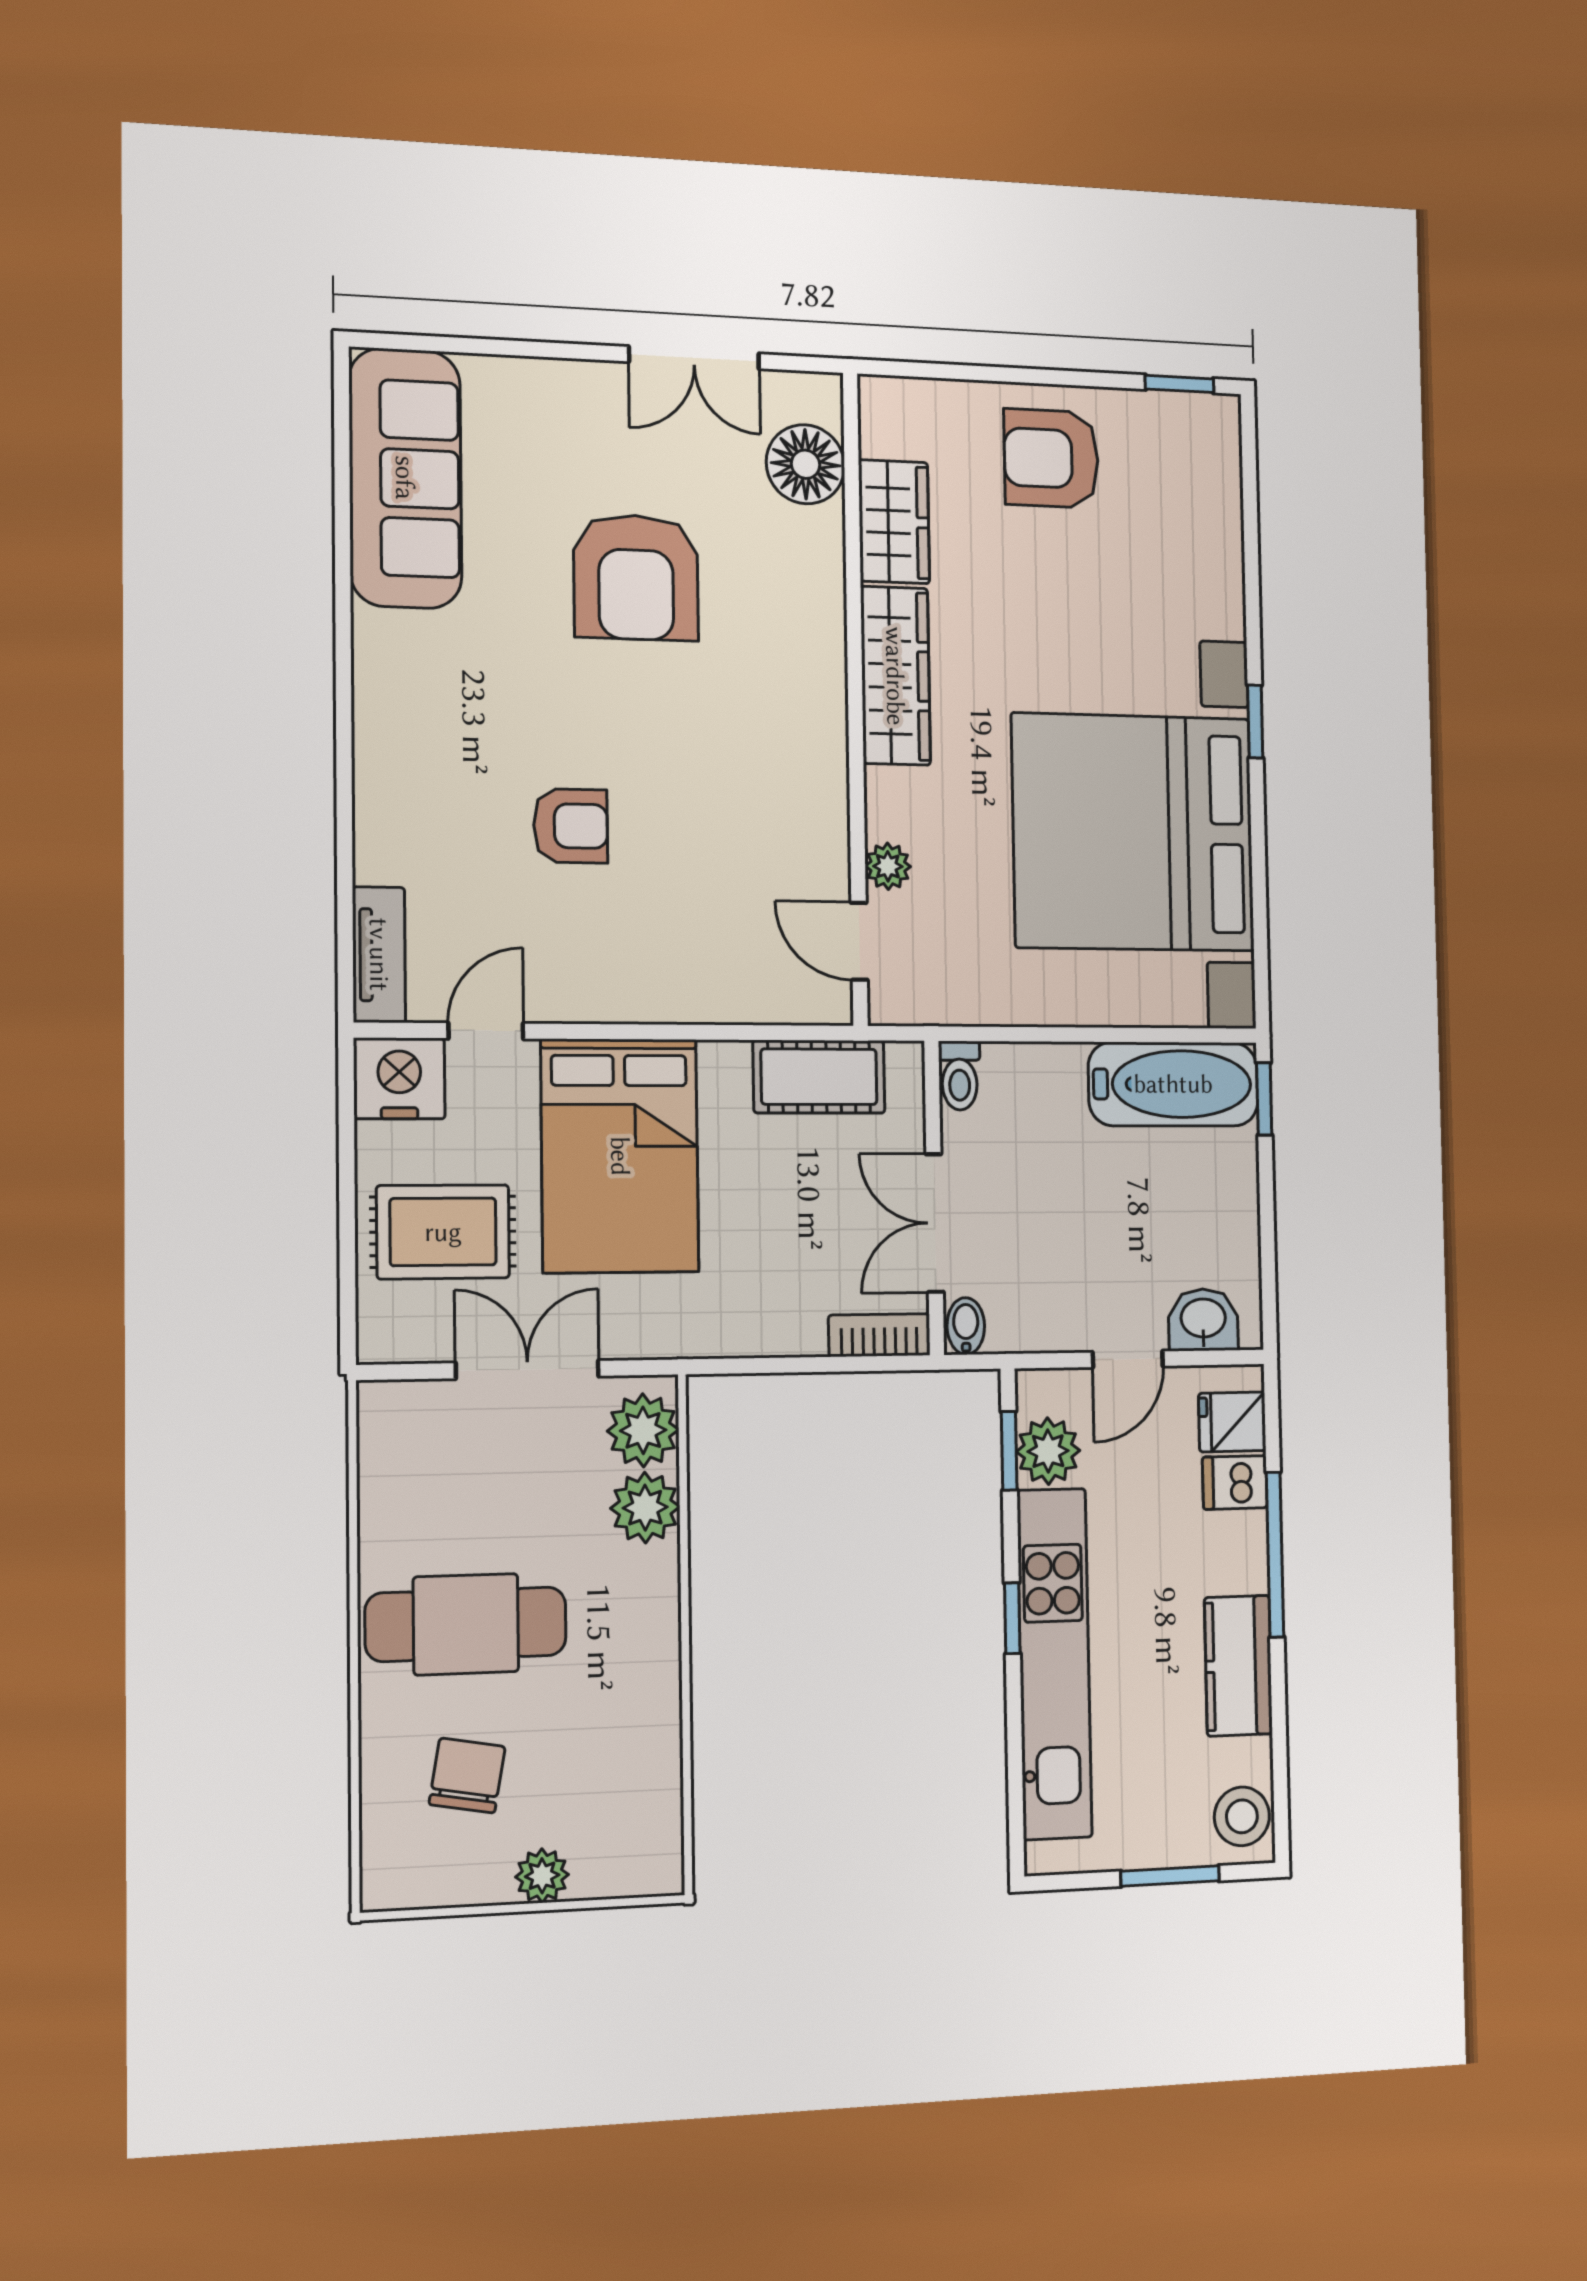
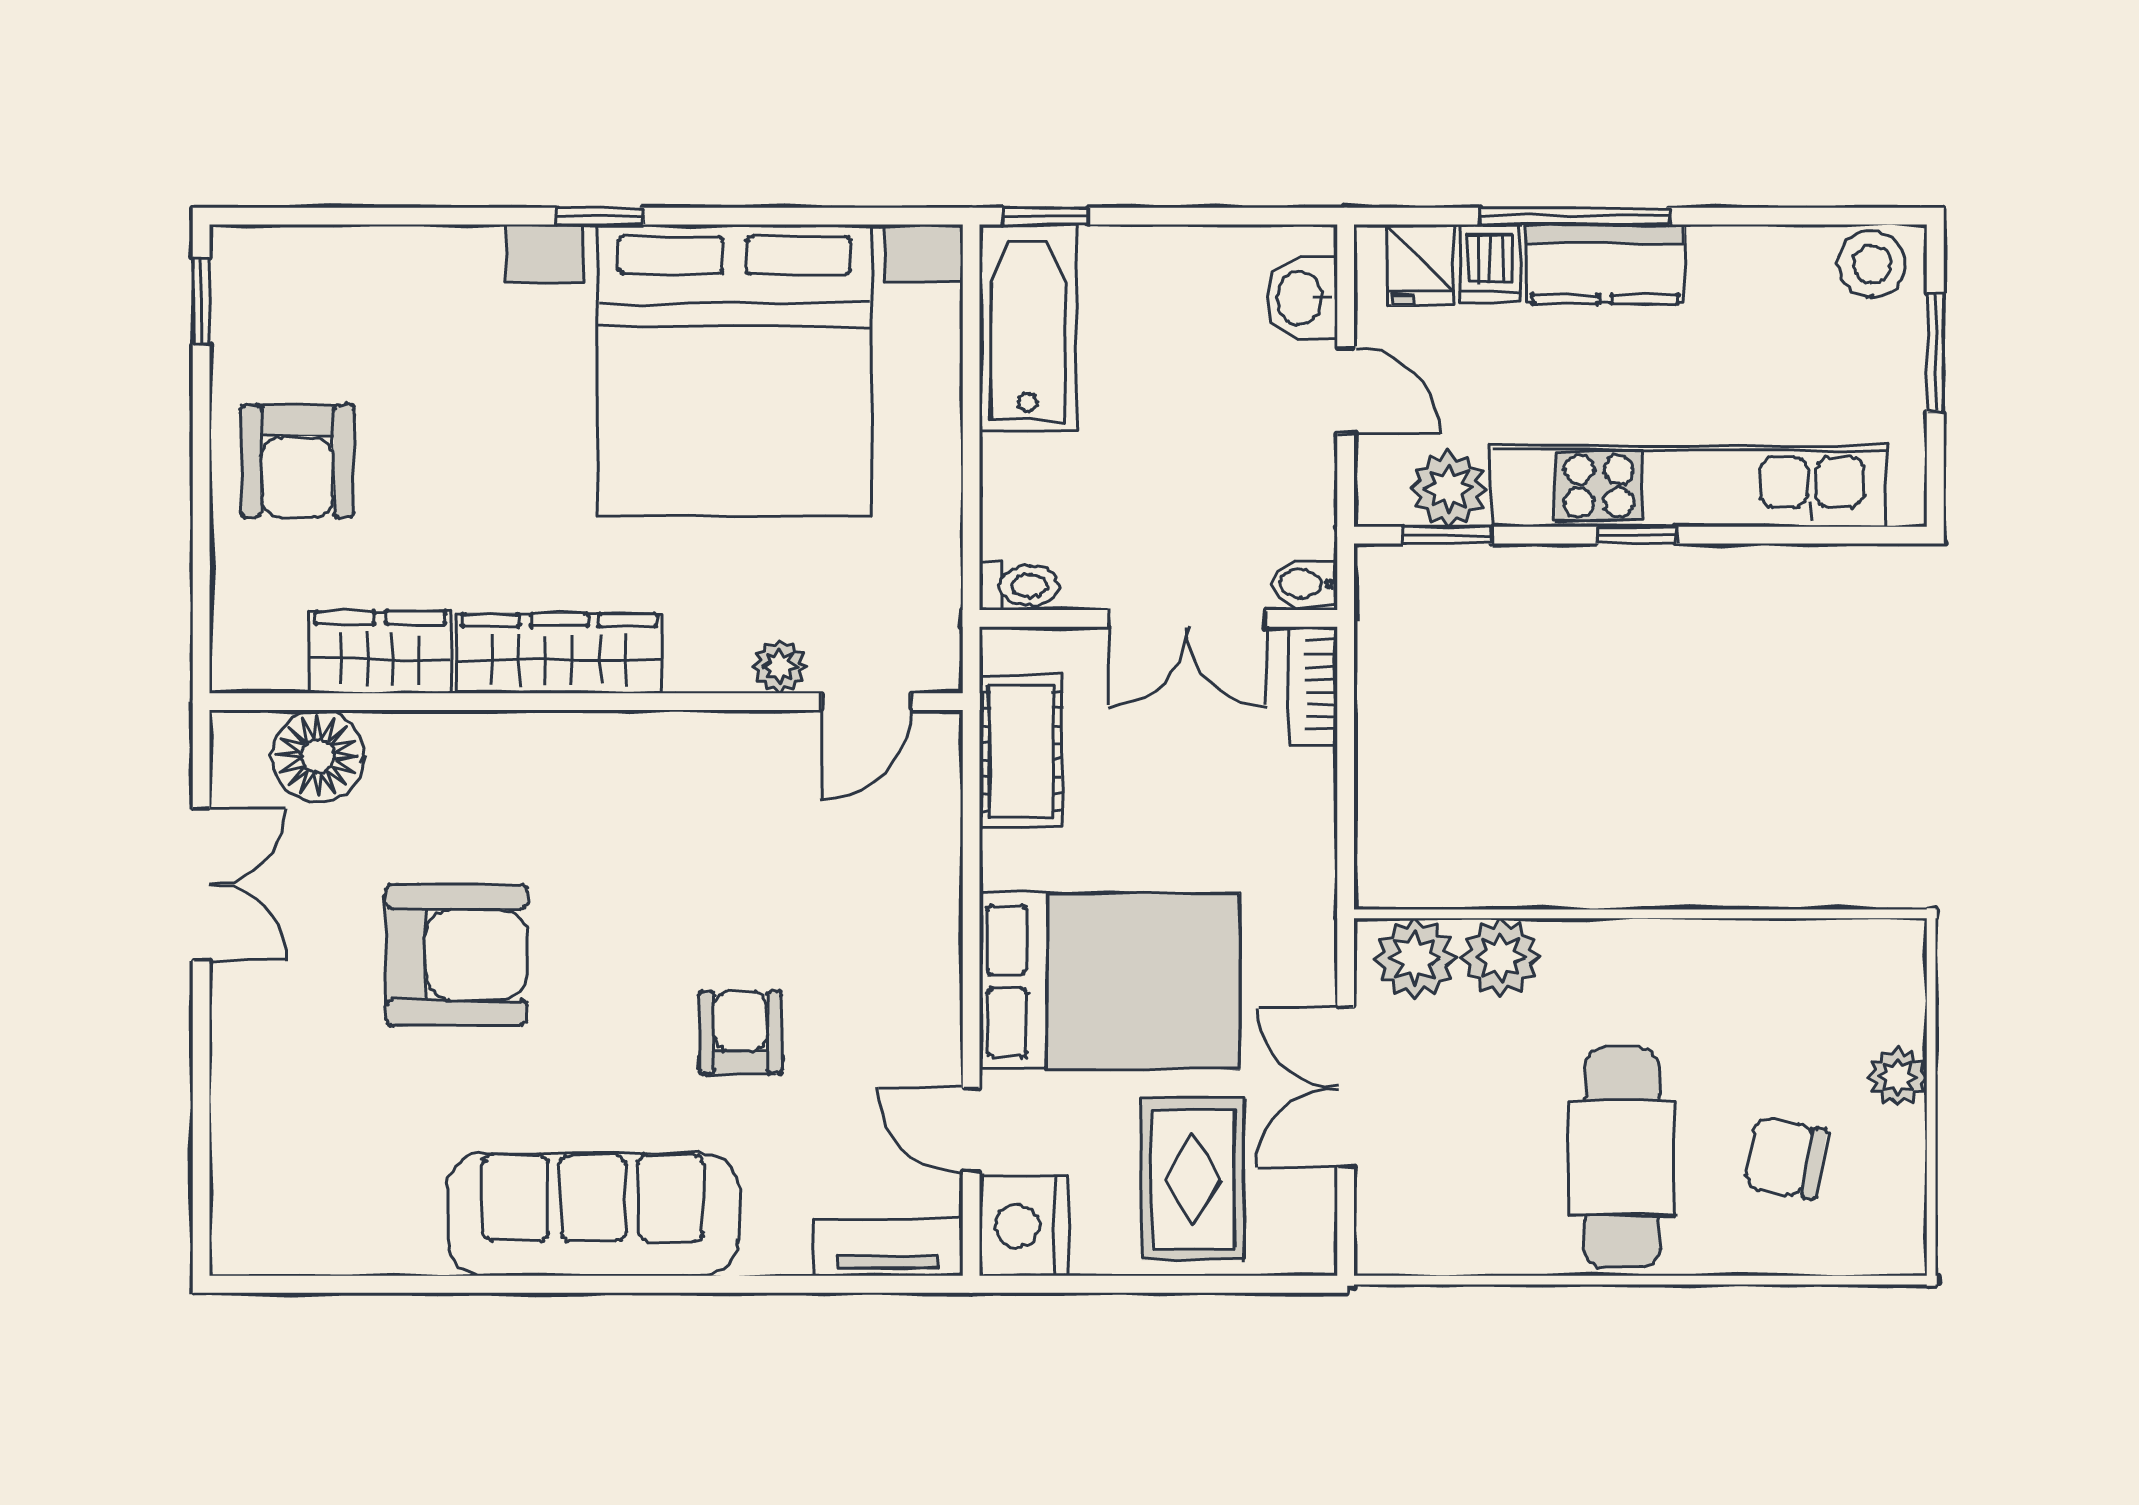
sofa: (405, 478) -> (593, 1214), moved
kitchen counter: (1238, 1666) -> (1605, 264), moved

